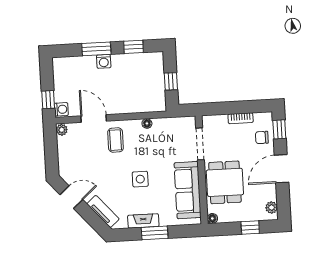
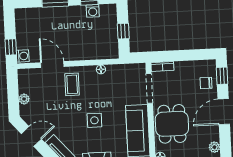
washing machine: (104, 61) -> (93, 11), moved
bookcase: (241, 118) -> (162, 66), moved
plant: (62, 130) -> (24, 99), moved

